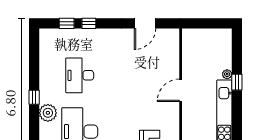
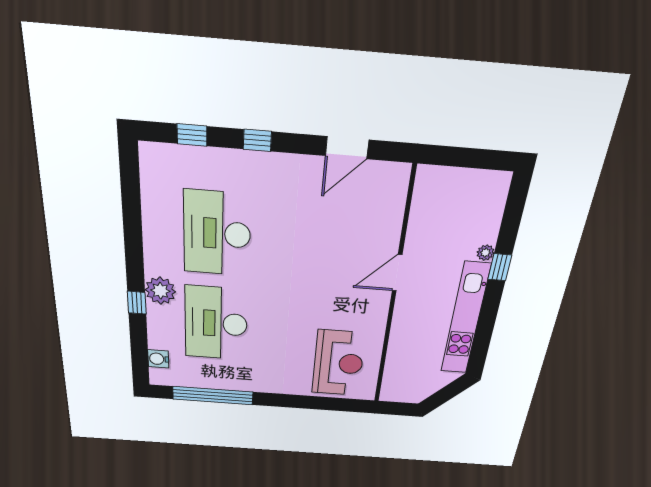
window: (89, 23) -> (257, 140), moved
desk: (80, 75) -> (217, 234), width x1.36, depth x1.30
window: (34, 97) -> (137, 303), moved

